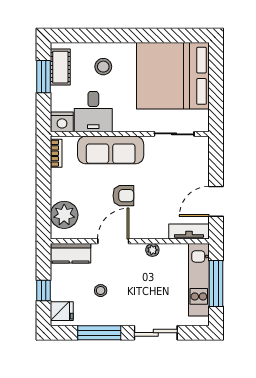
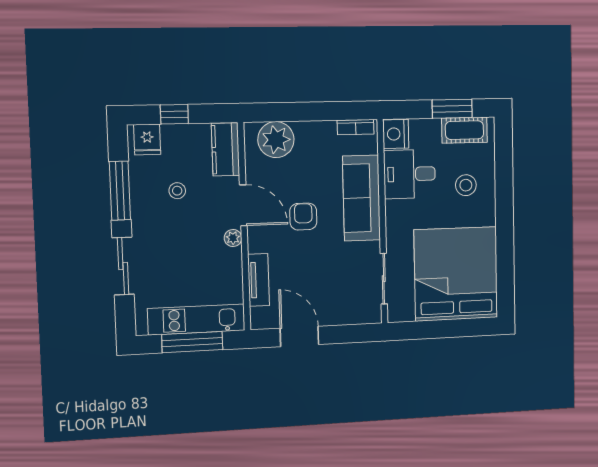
armchair: (123, 196) -> (303, 217), turned 180
tv unit: (189, 232) -> (259, 280), moved
plant: (152, 250) -> (233, 238), moved

